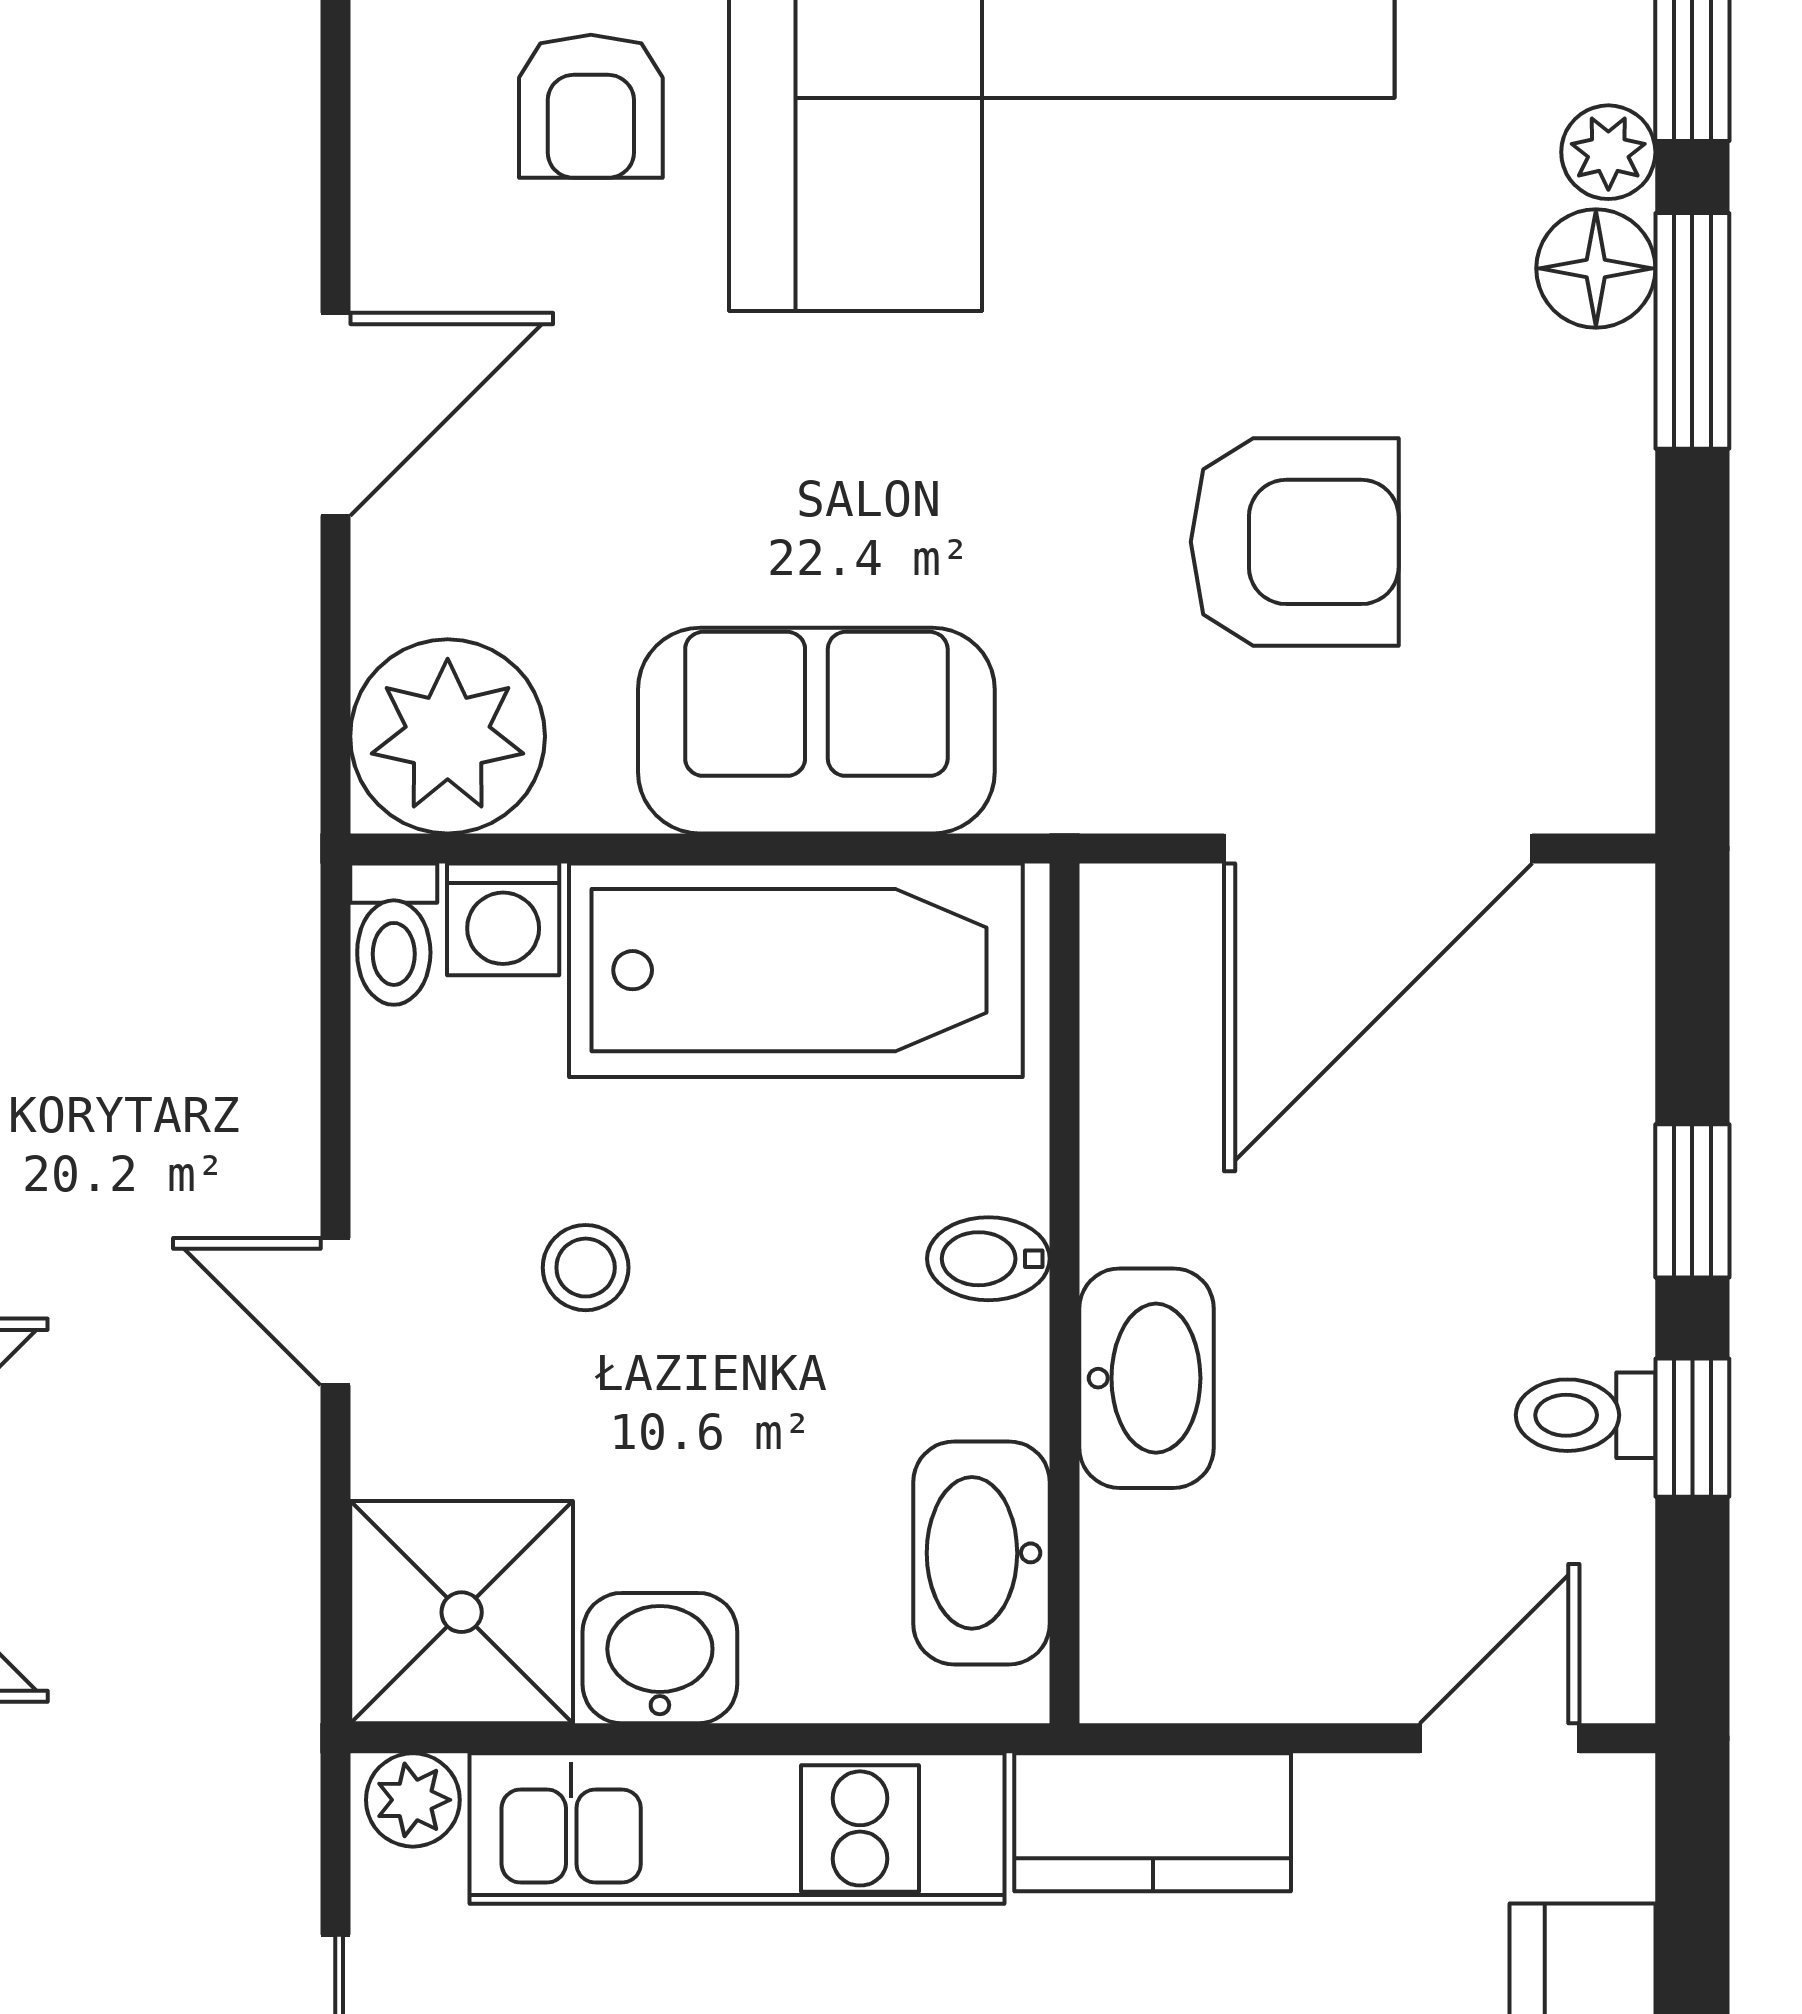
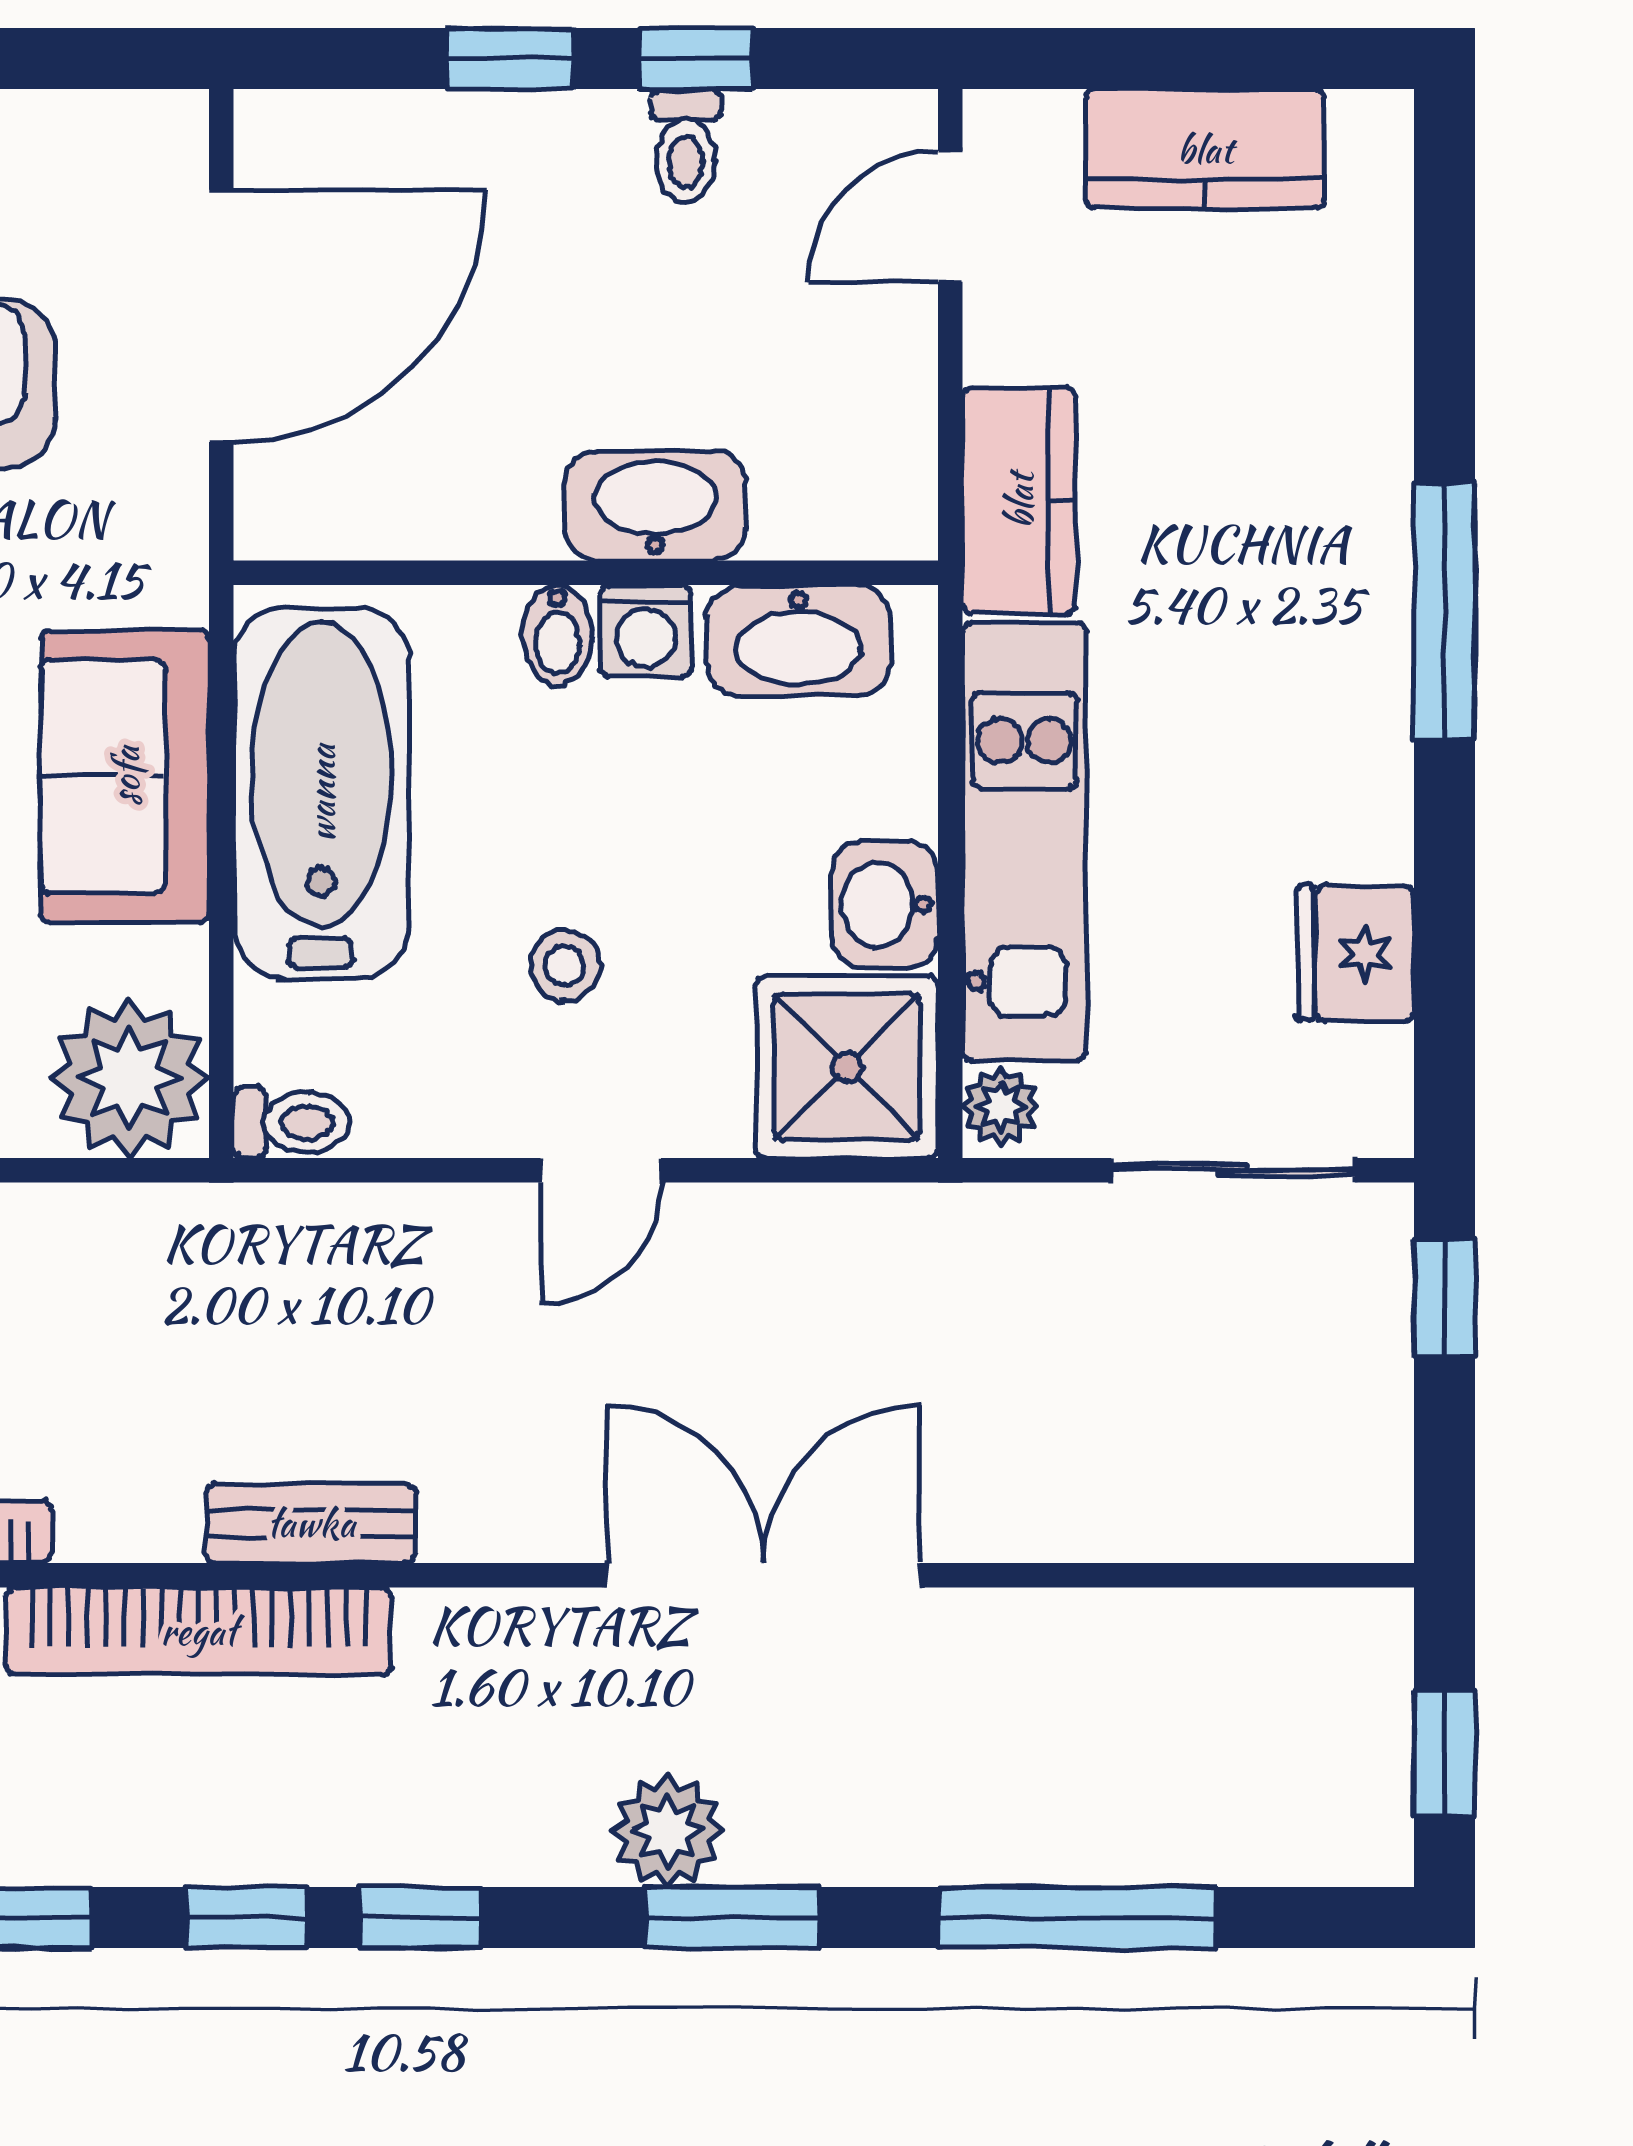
door: (1378, 848) -> (221, 316), hinge flipped
washing machine: (503, 919) -> (646, 631), moved, turned 90
door: (1500, 1738) -> (950, 216), hinge flipped

